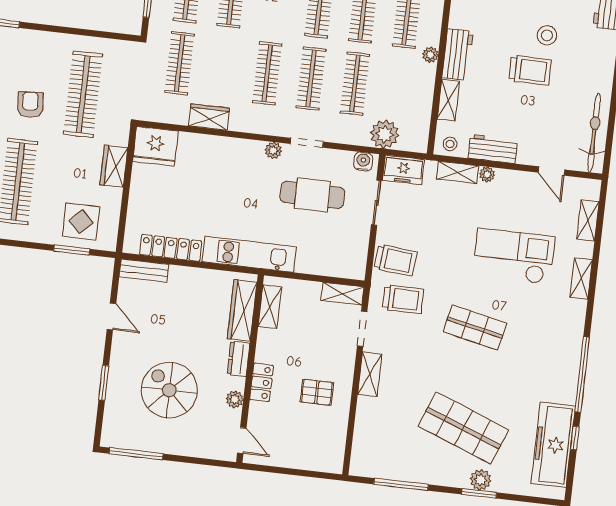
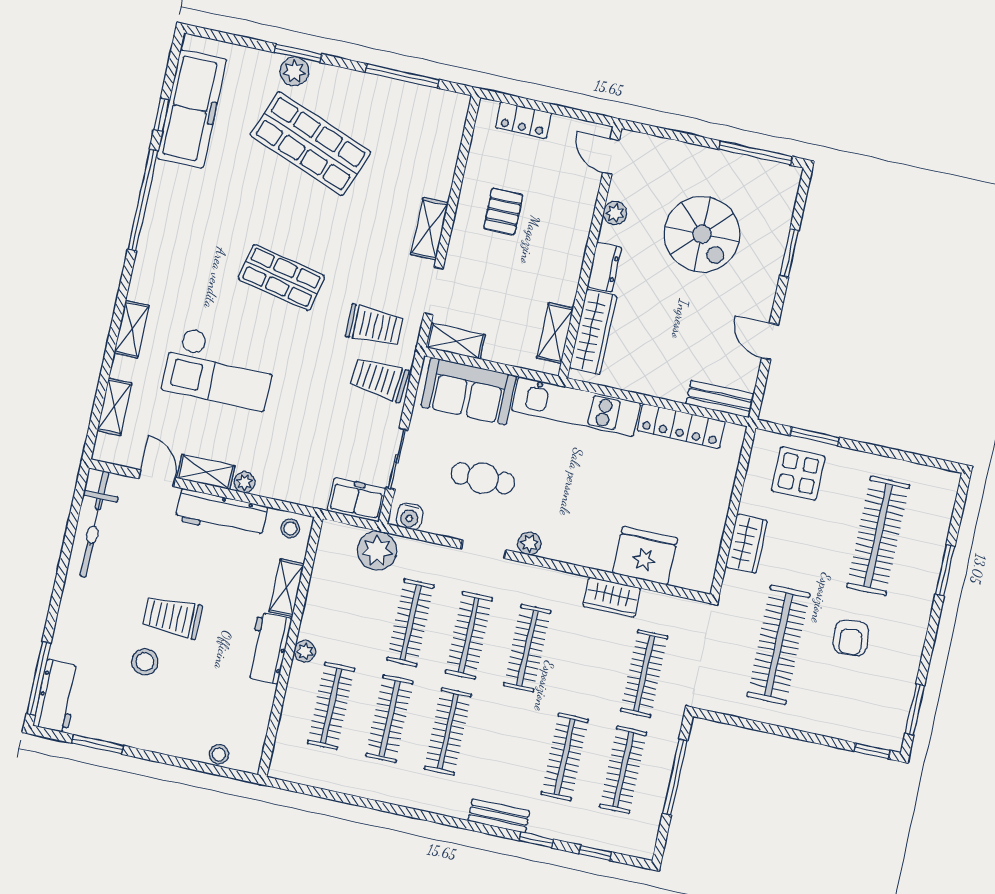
fridge: (155, 146) -> (645, 556), moved
workbench: (493, 149) -> (221, 513), width x1.38
shelving: (458, 172) -> (206, 472), moved
cafe table: (312, 195) -> (483, 478), width x0.73, depth x0.74
sofa: (329, 258) -> (469, 391), added
trolley: (403, 299) -> (374, 326), turned 180
locker: (261, 382) -> (523, 120), moved, turned -90
pallet: (317, 392) -> (503, 212), turned 90

